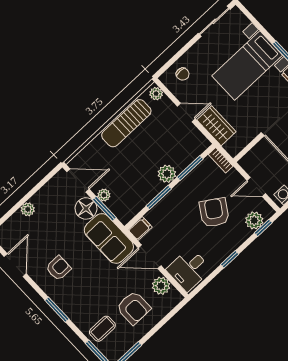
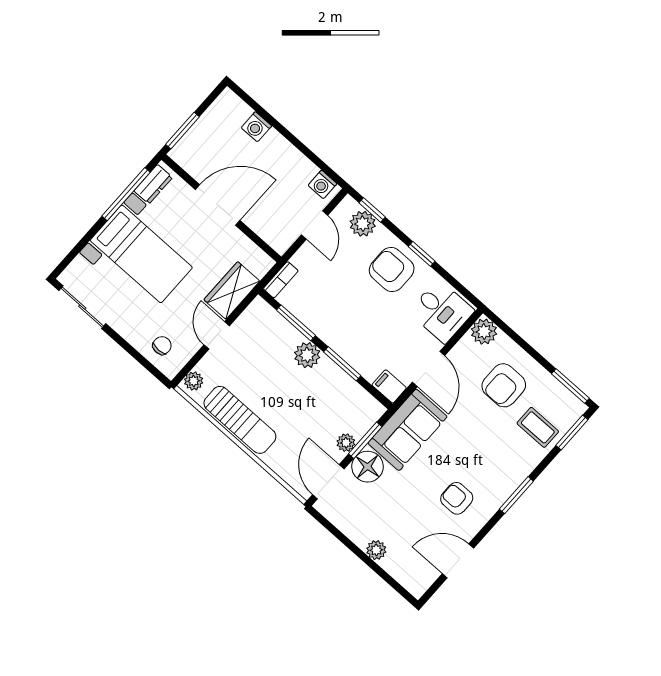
armchair: (214, 212) -> (392, 270), moved, turned 57
plant: (161, 286) -> (484, 332), moved
armchair: (134, 308) -> (504, 385), turned 180

